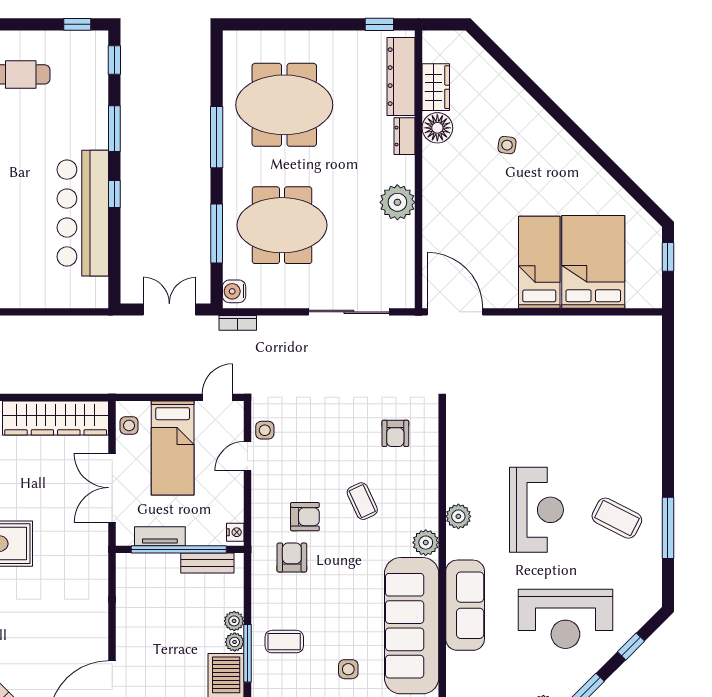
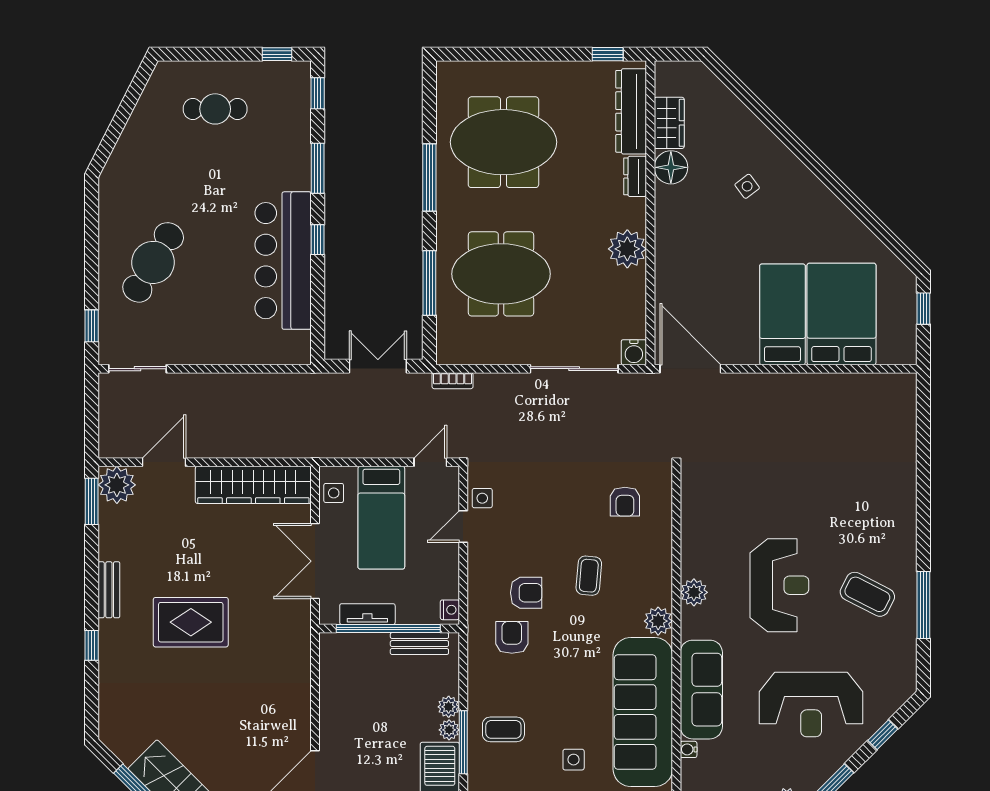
side table: (507, 145) -> (747, 186), turned 45
water cooler: (234, 291) -> (634, 352), moved, turned -90
coffee table: (362, 501) -> (589, 576), turned 30
water cooler: (453, 660) -> (689, 749), added

